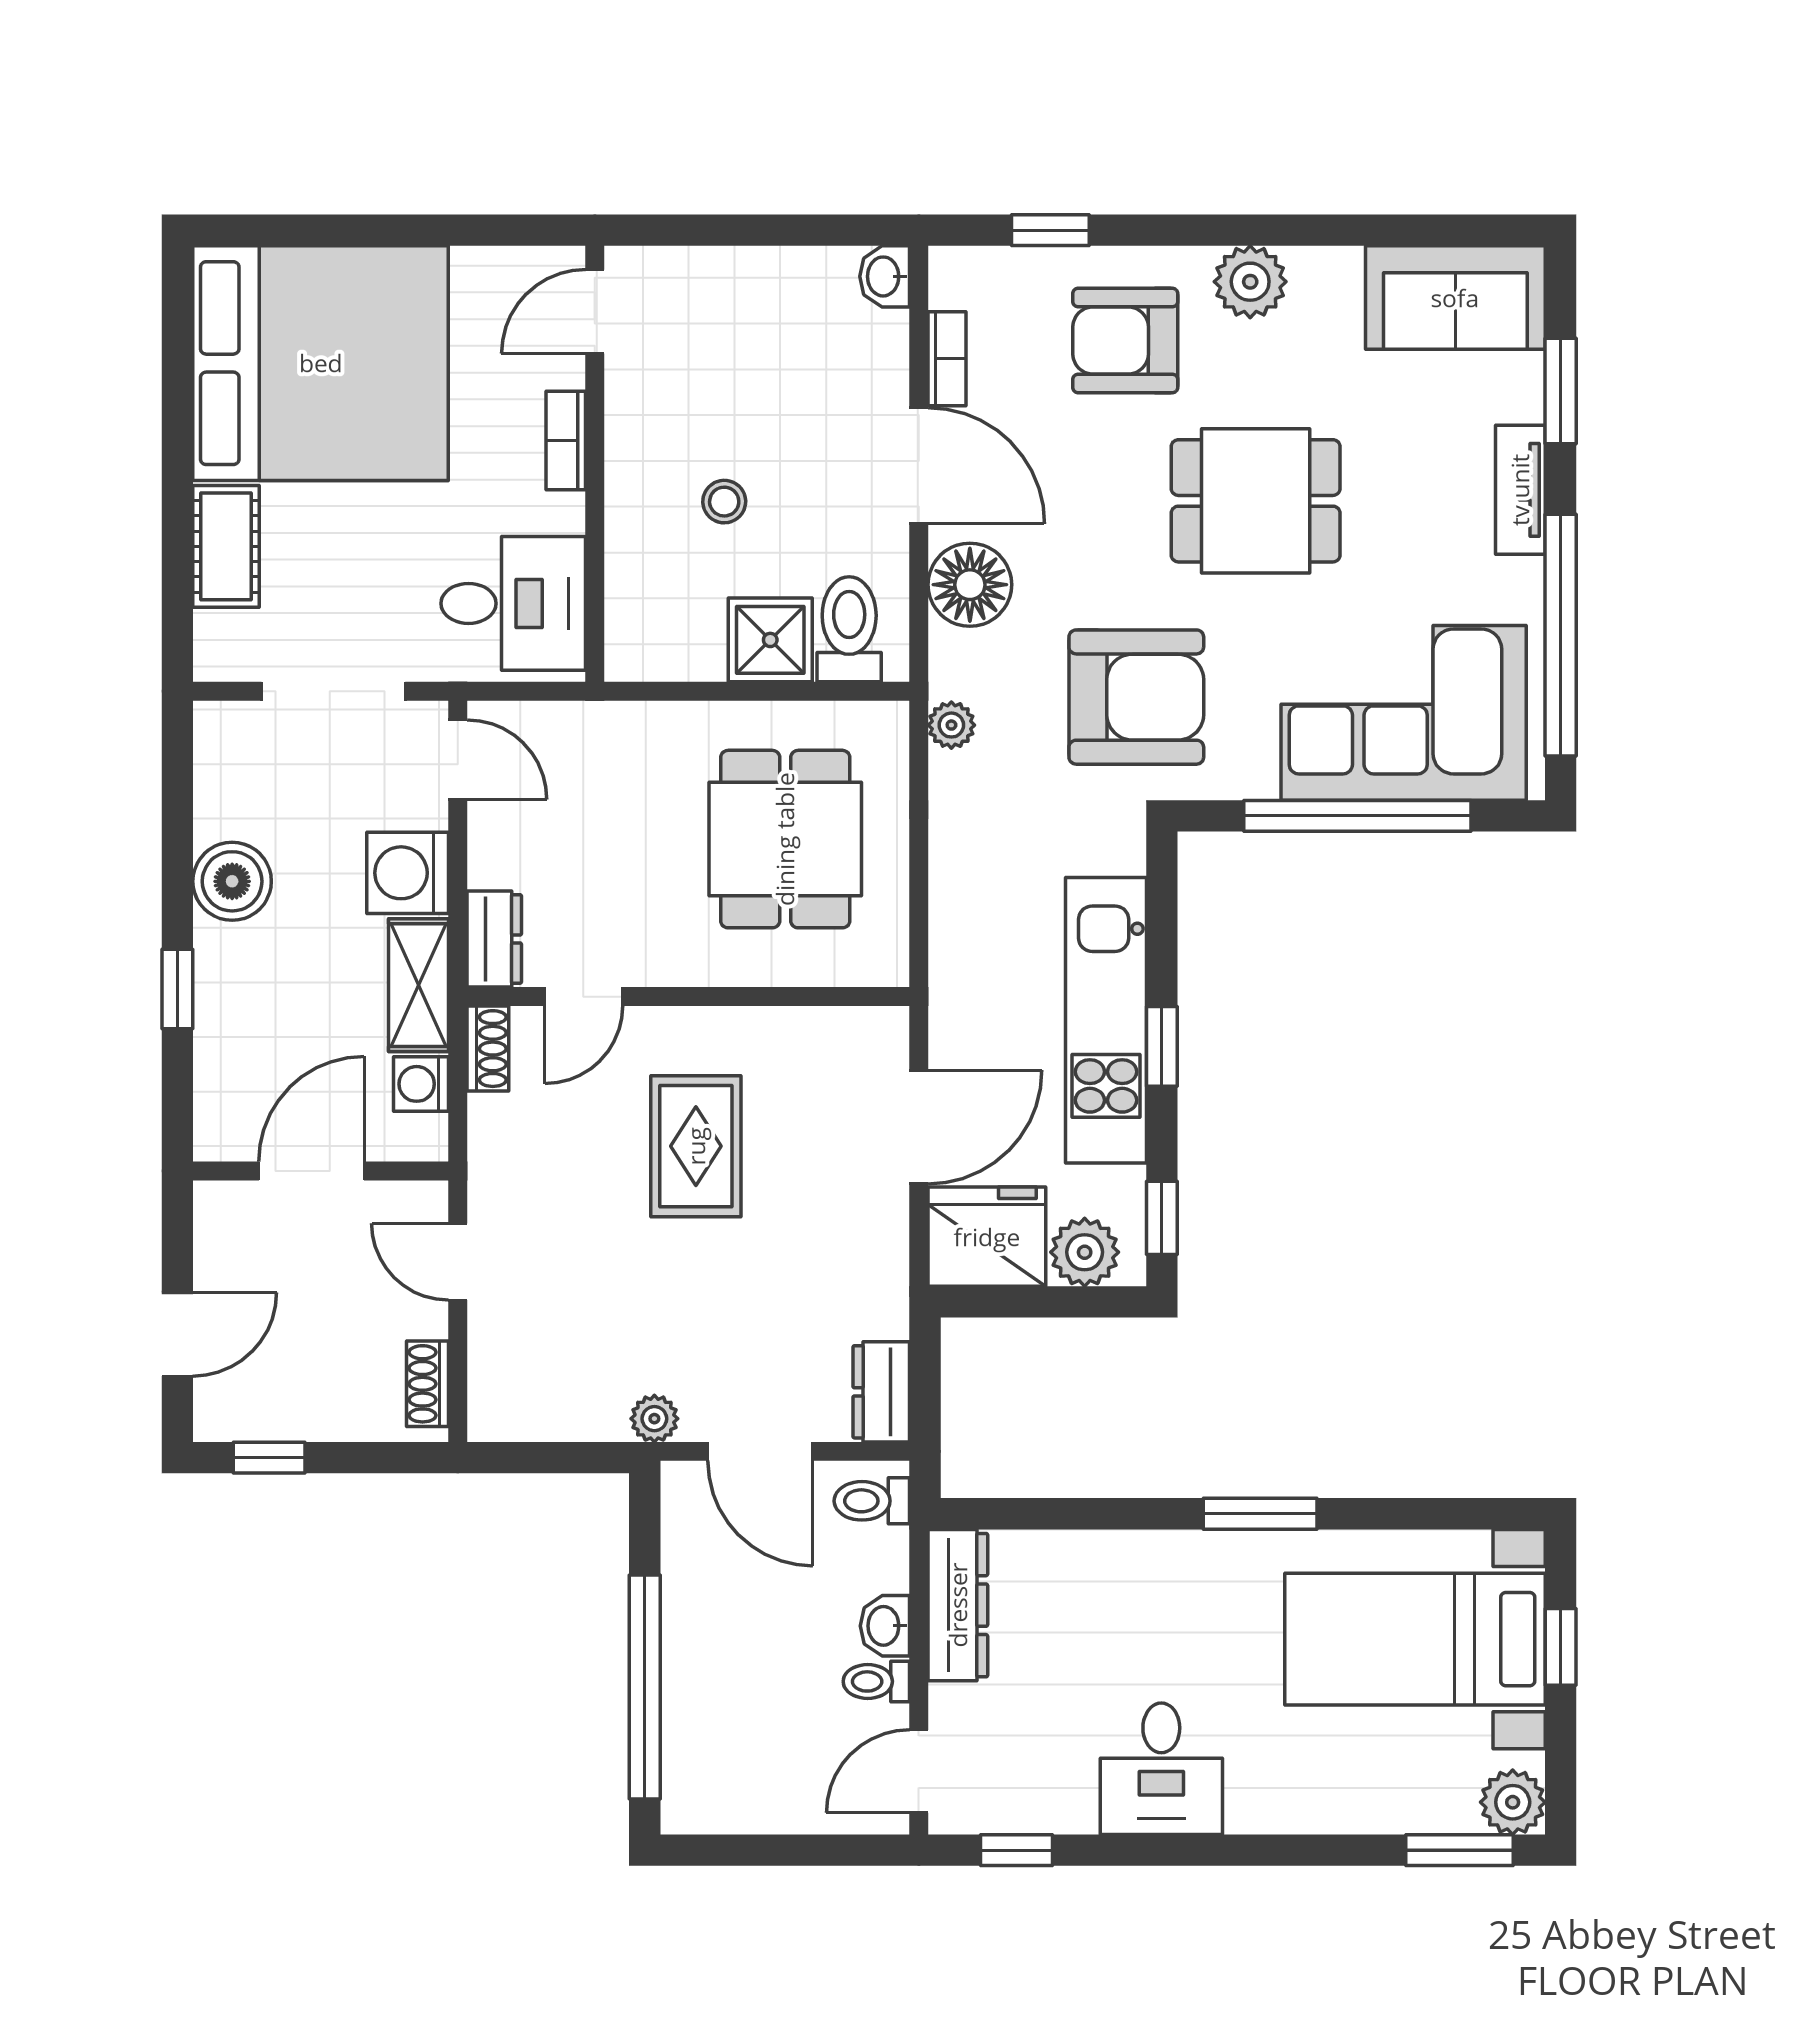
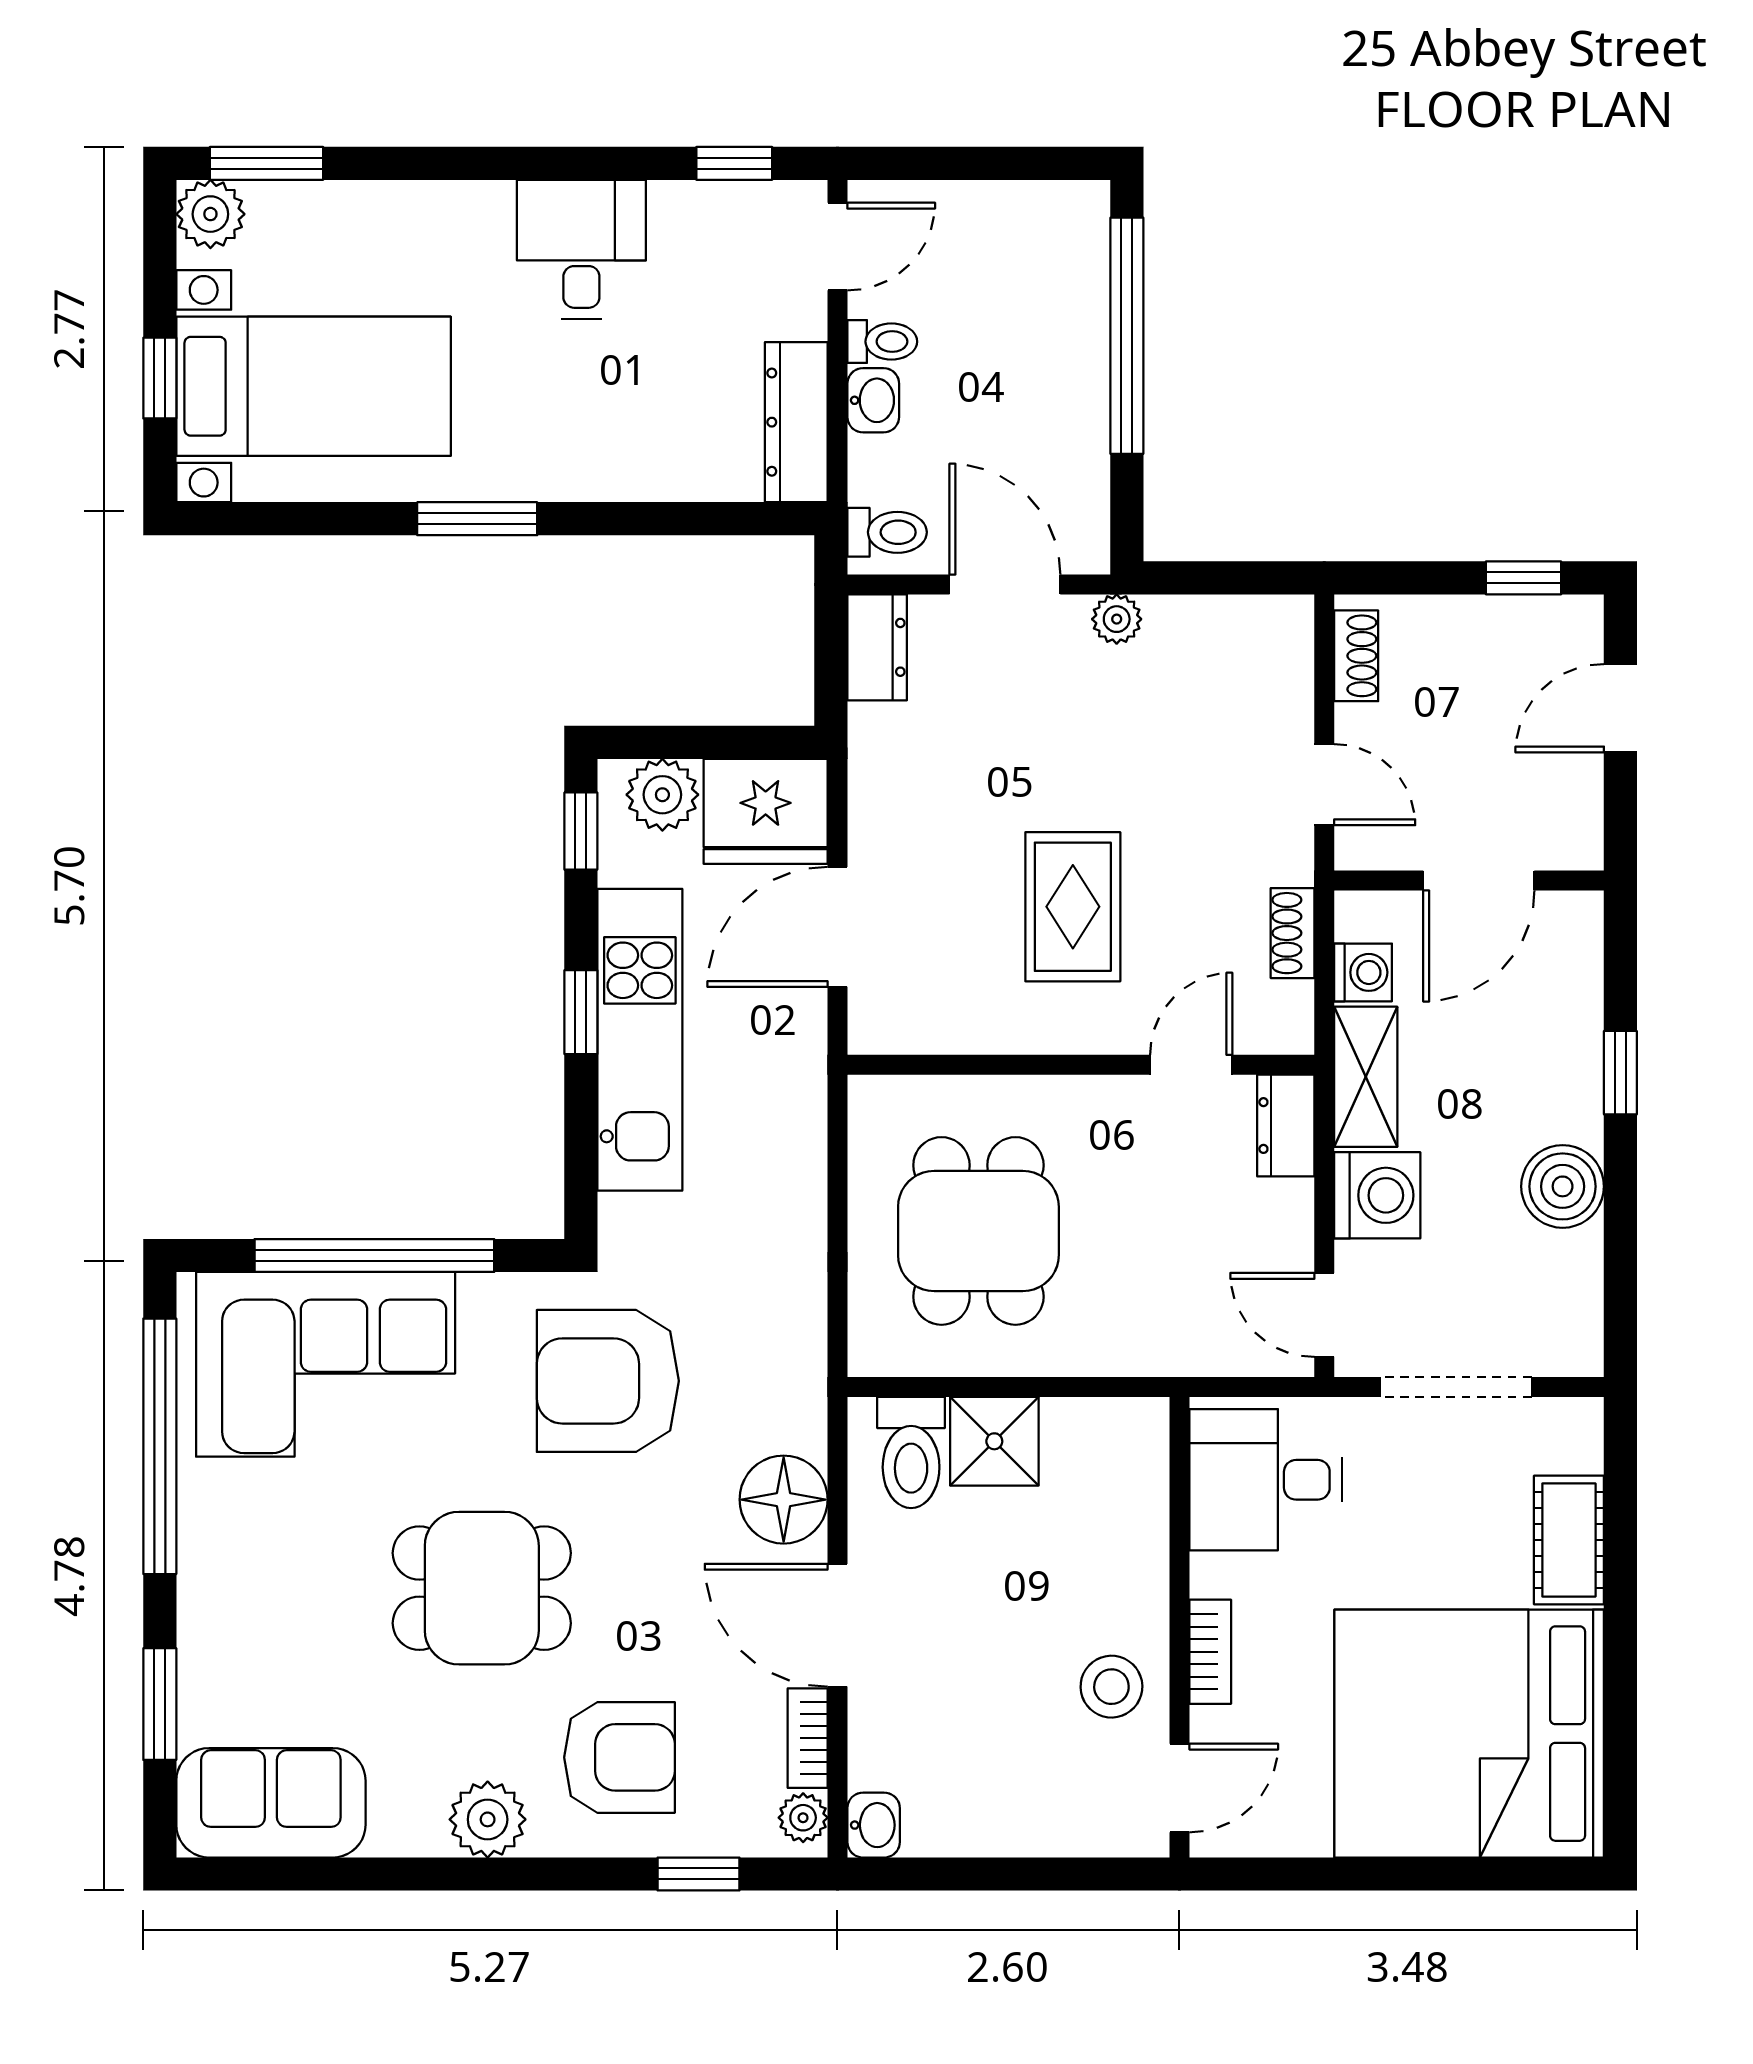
tv unit: (1520, 490) -> (202, 1600), removed
stool: (724, 502) -> (1111, 1687), moved, width x1.37, depth x1.37
plant: (951, 725) -> (803, 1818), moved
shoe rack: (488, 1049) -> (1293, 933), moved

